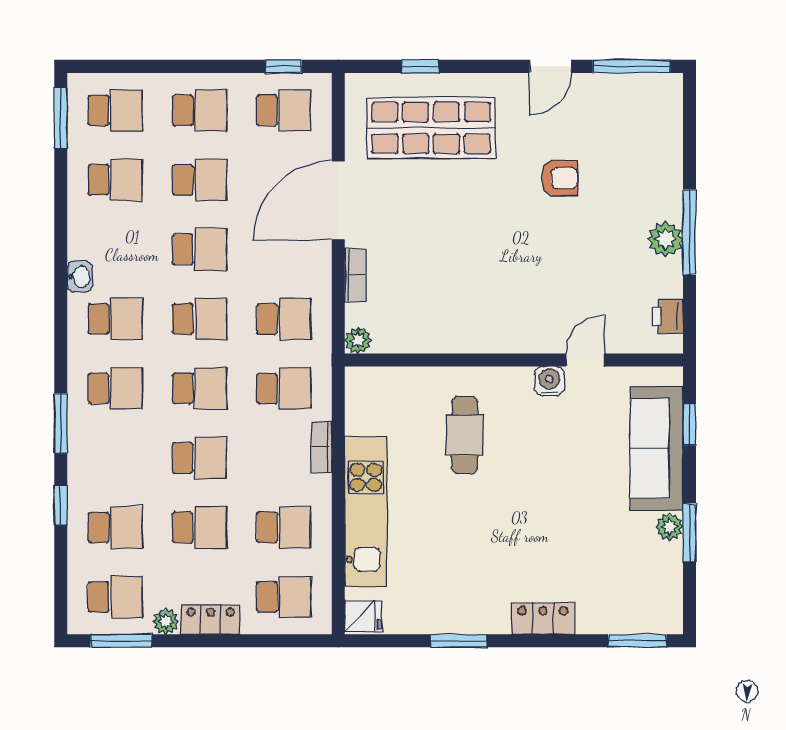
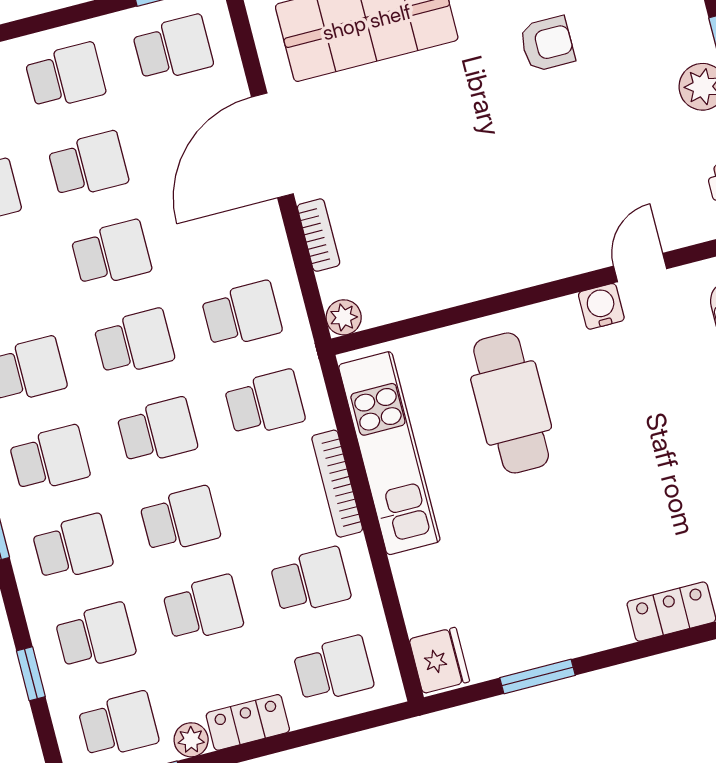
cafe table: (465, 435) -> (511, 403), width x1.37, depth x1.35
bookcase: (322, 447) -> (337, 484), width x1.56
school desk: (115, 458) -> (73, 548), added
window: (61, 506) -> (31, 674), moved
kitchen unit: (366, 512) -> (389, 453), moved
fridge: (363, 616) -> (439, 660), width x1.38
window: (459, 641) -> (538, 676), moved

